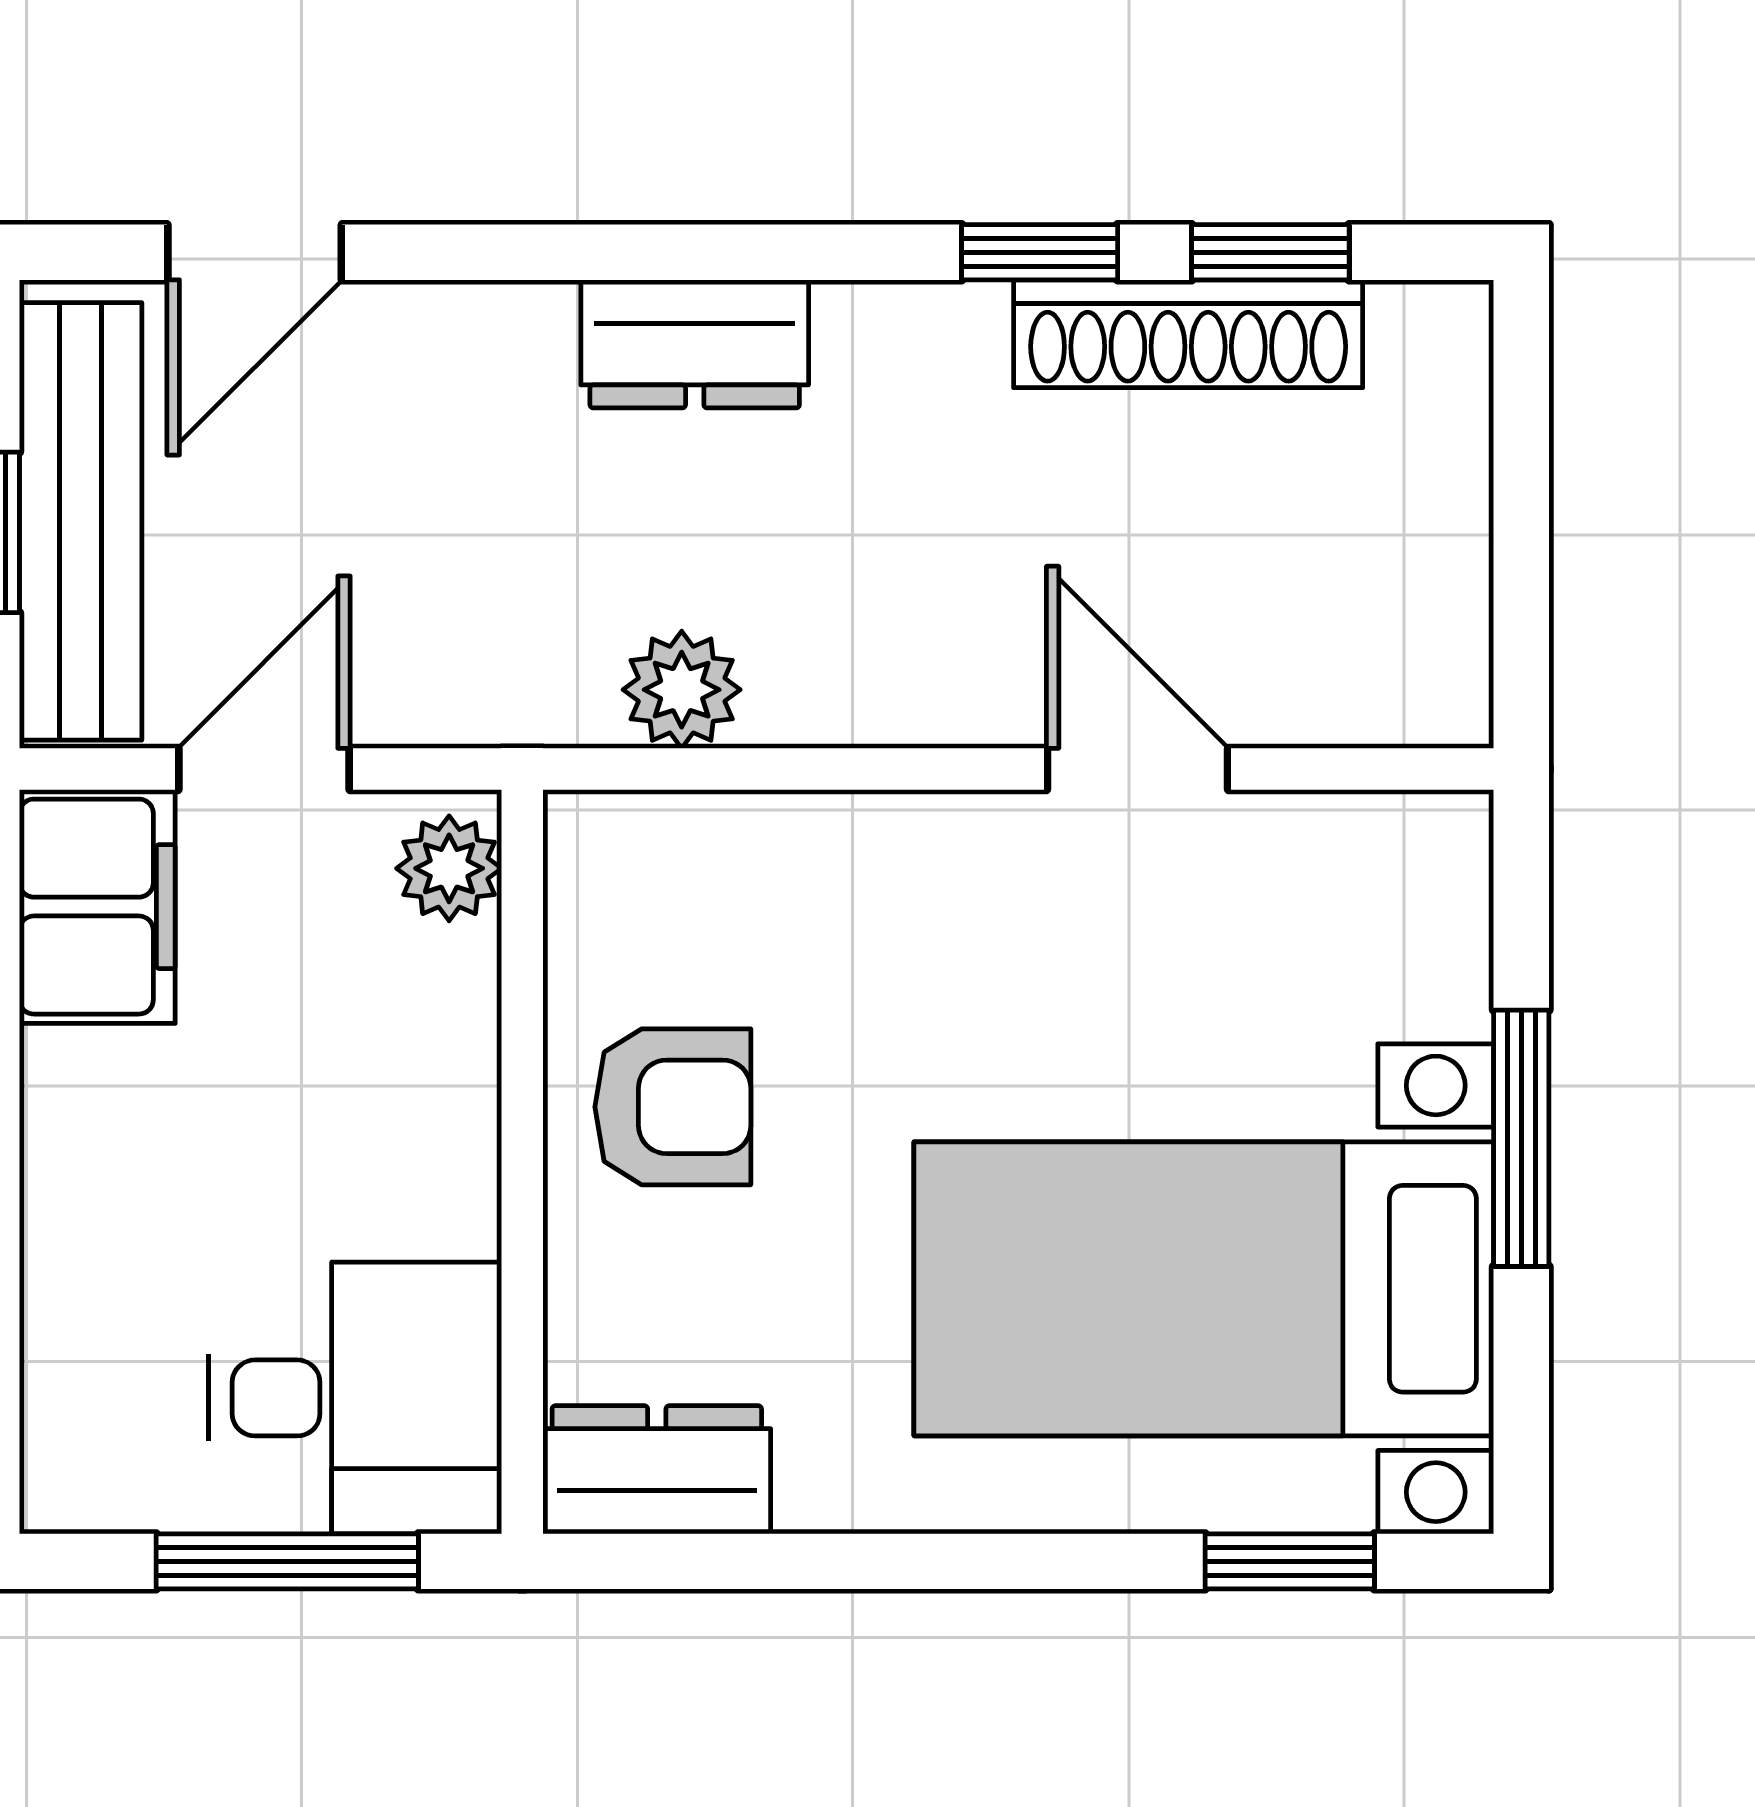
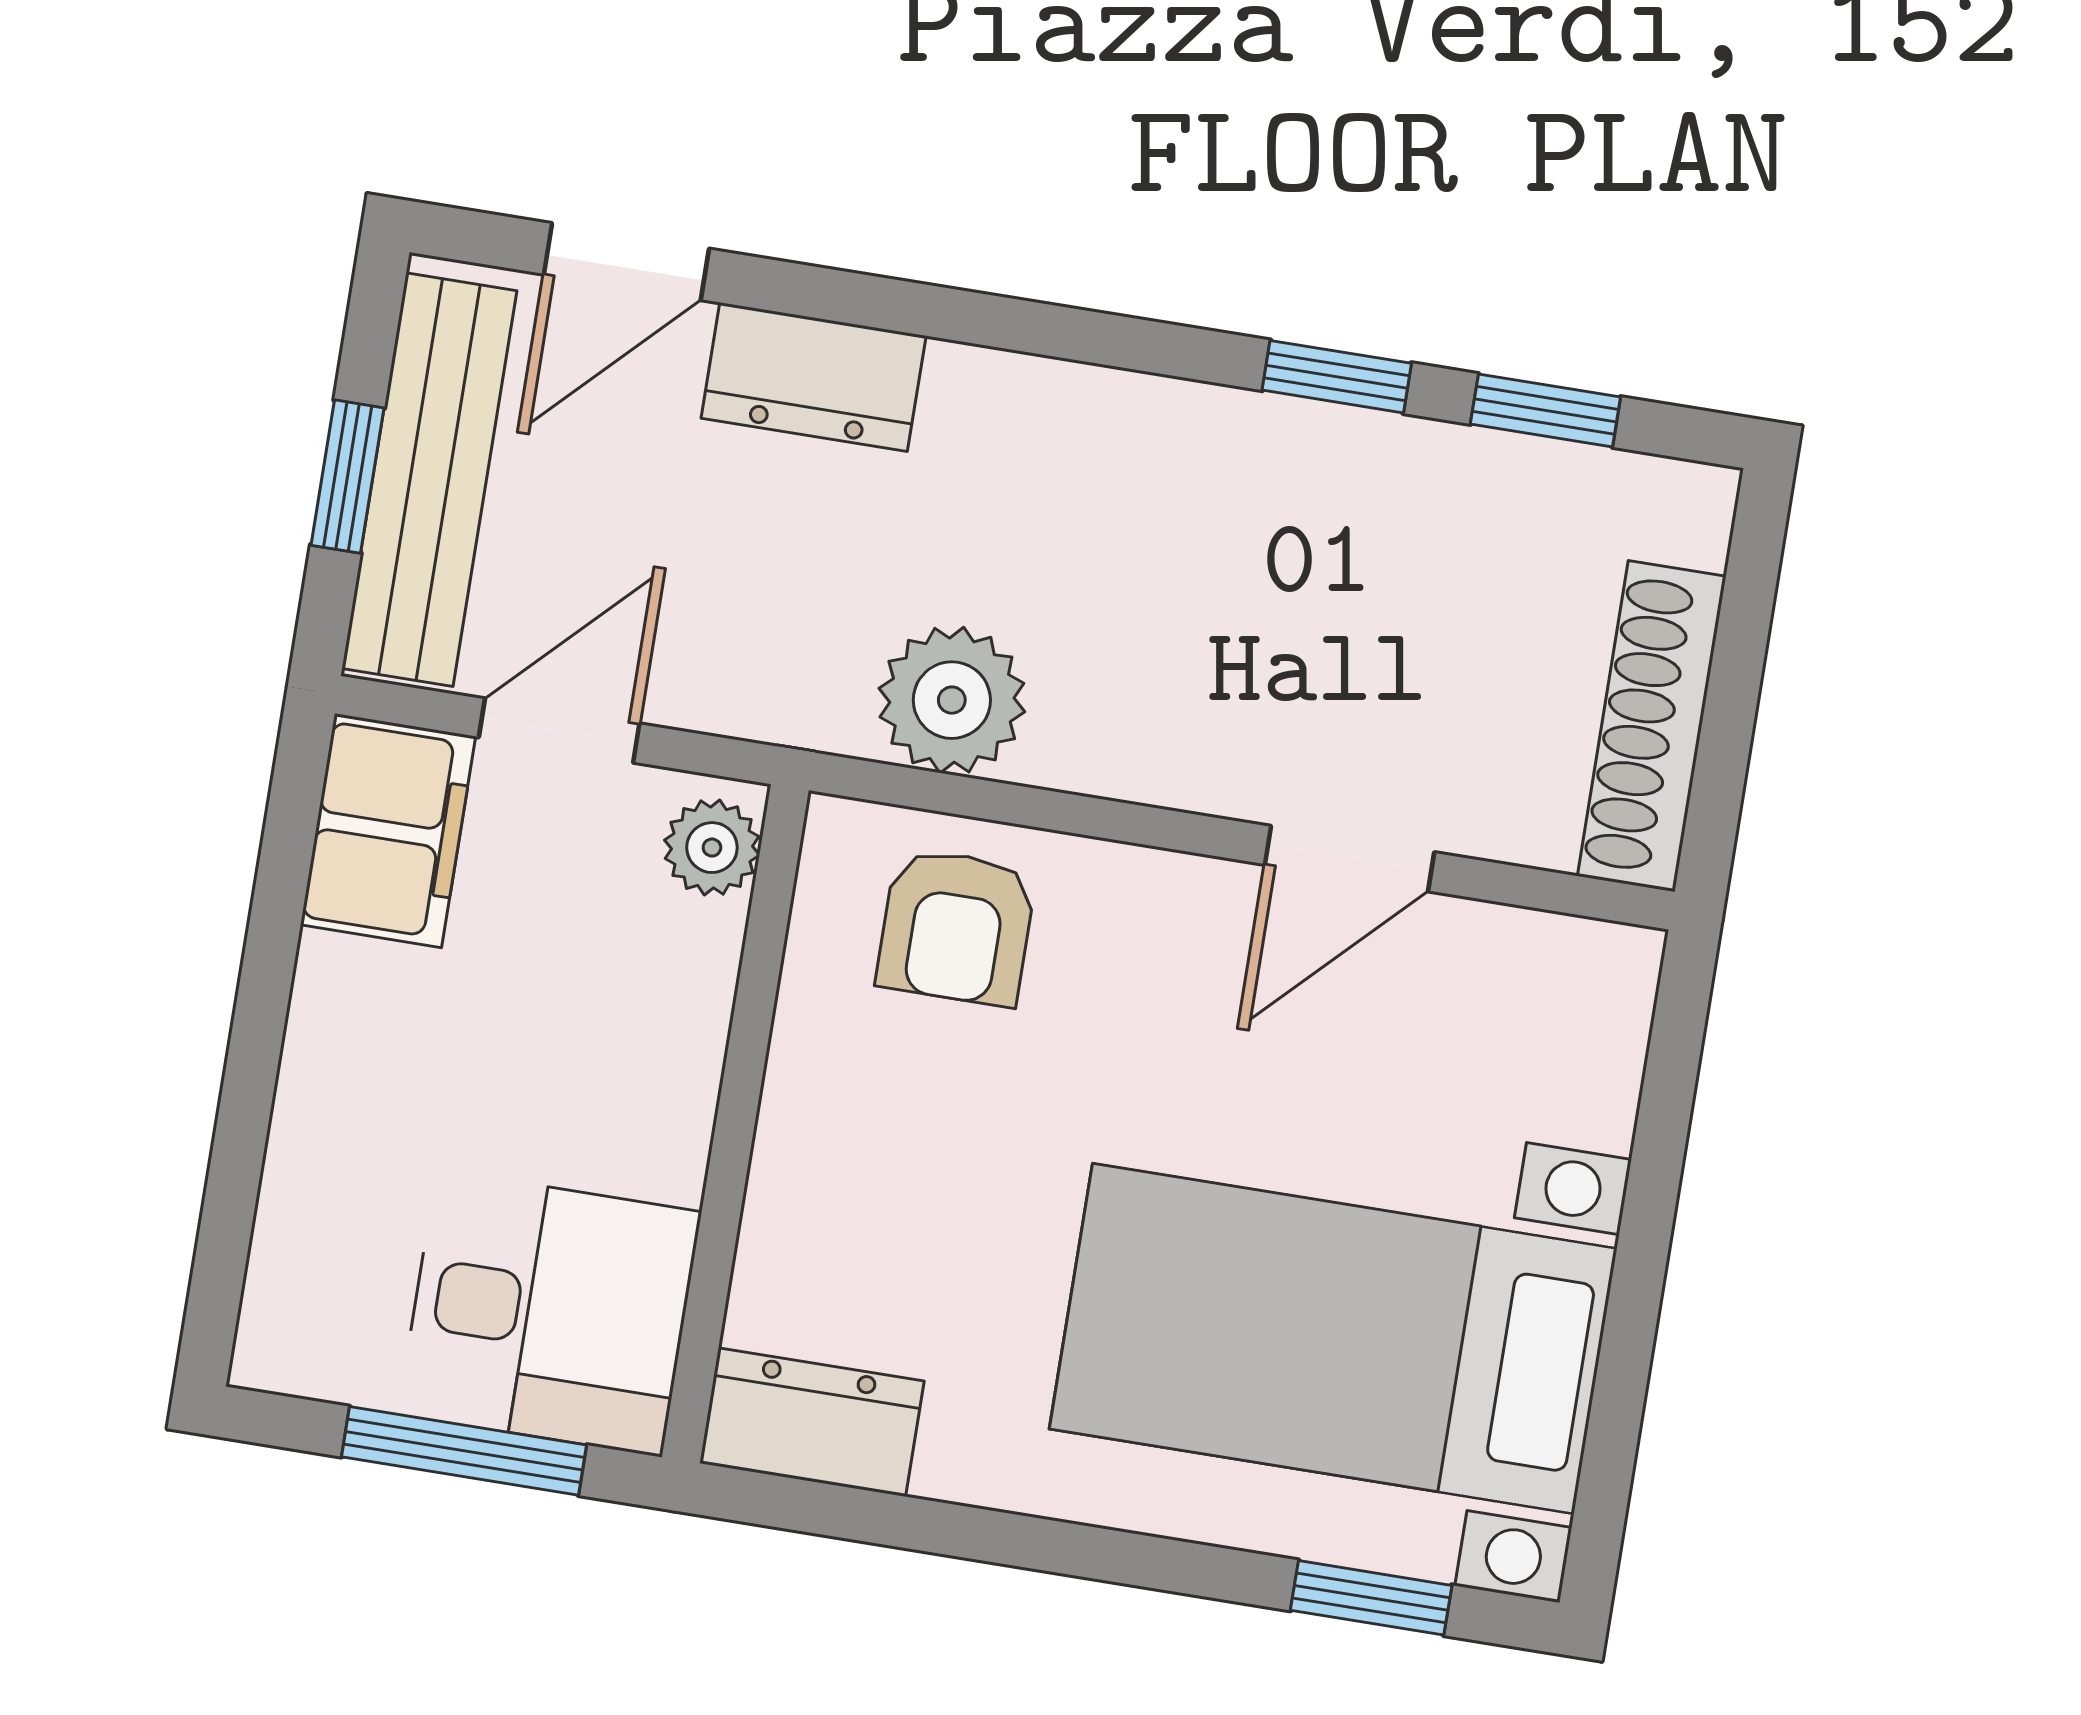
shoe rack: (1188, 334) -> (1652, 726), moved, turned 90
dresser: (695, 344) -> (814, 377), moved
plant: (682, 690) -> (952, 700), width x1.38, depth x1.38
door: (1137, 769) -> (1349, 859), swing flipped
armchair: (673, 1107) -> (956, 927), moved, turned 90
window: (1521, 1138) -> (1643, 1249), removed

